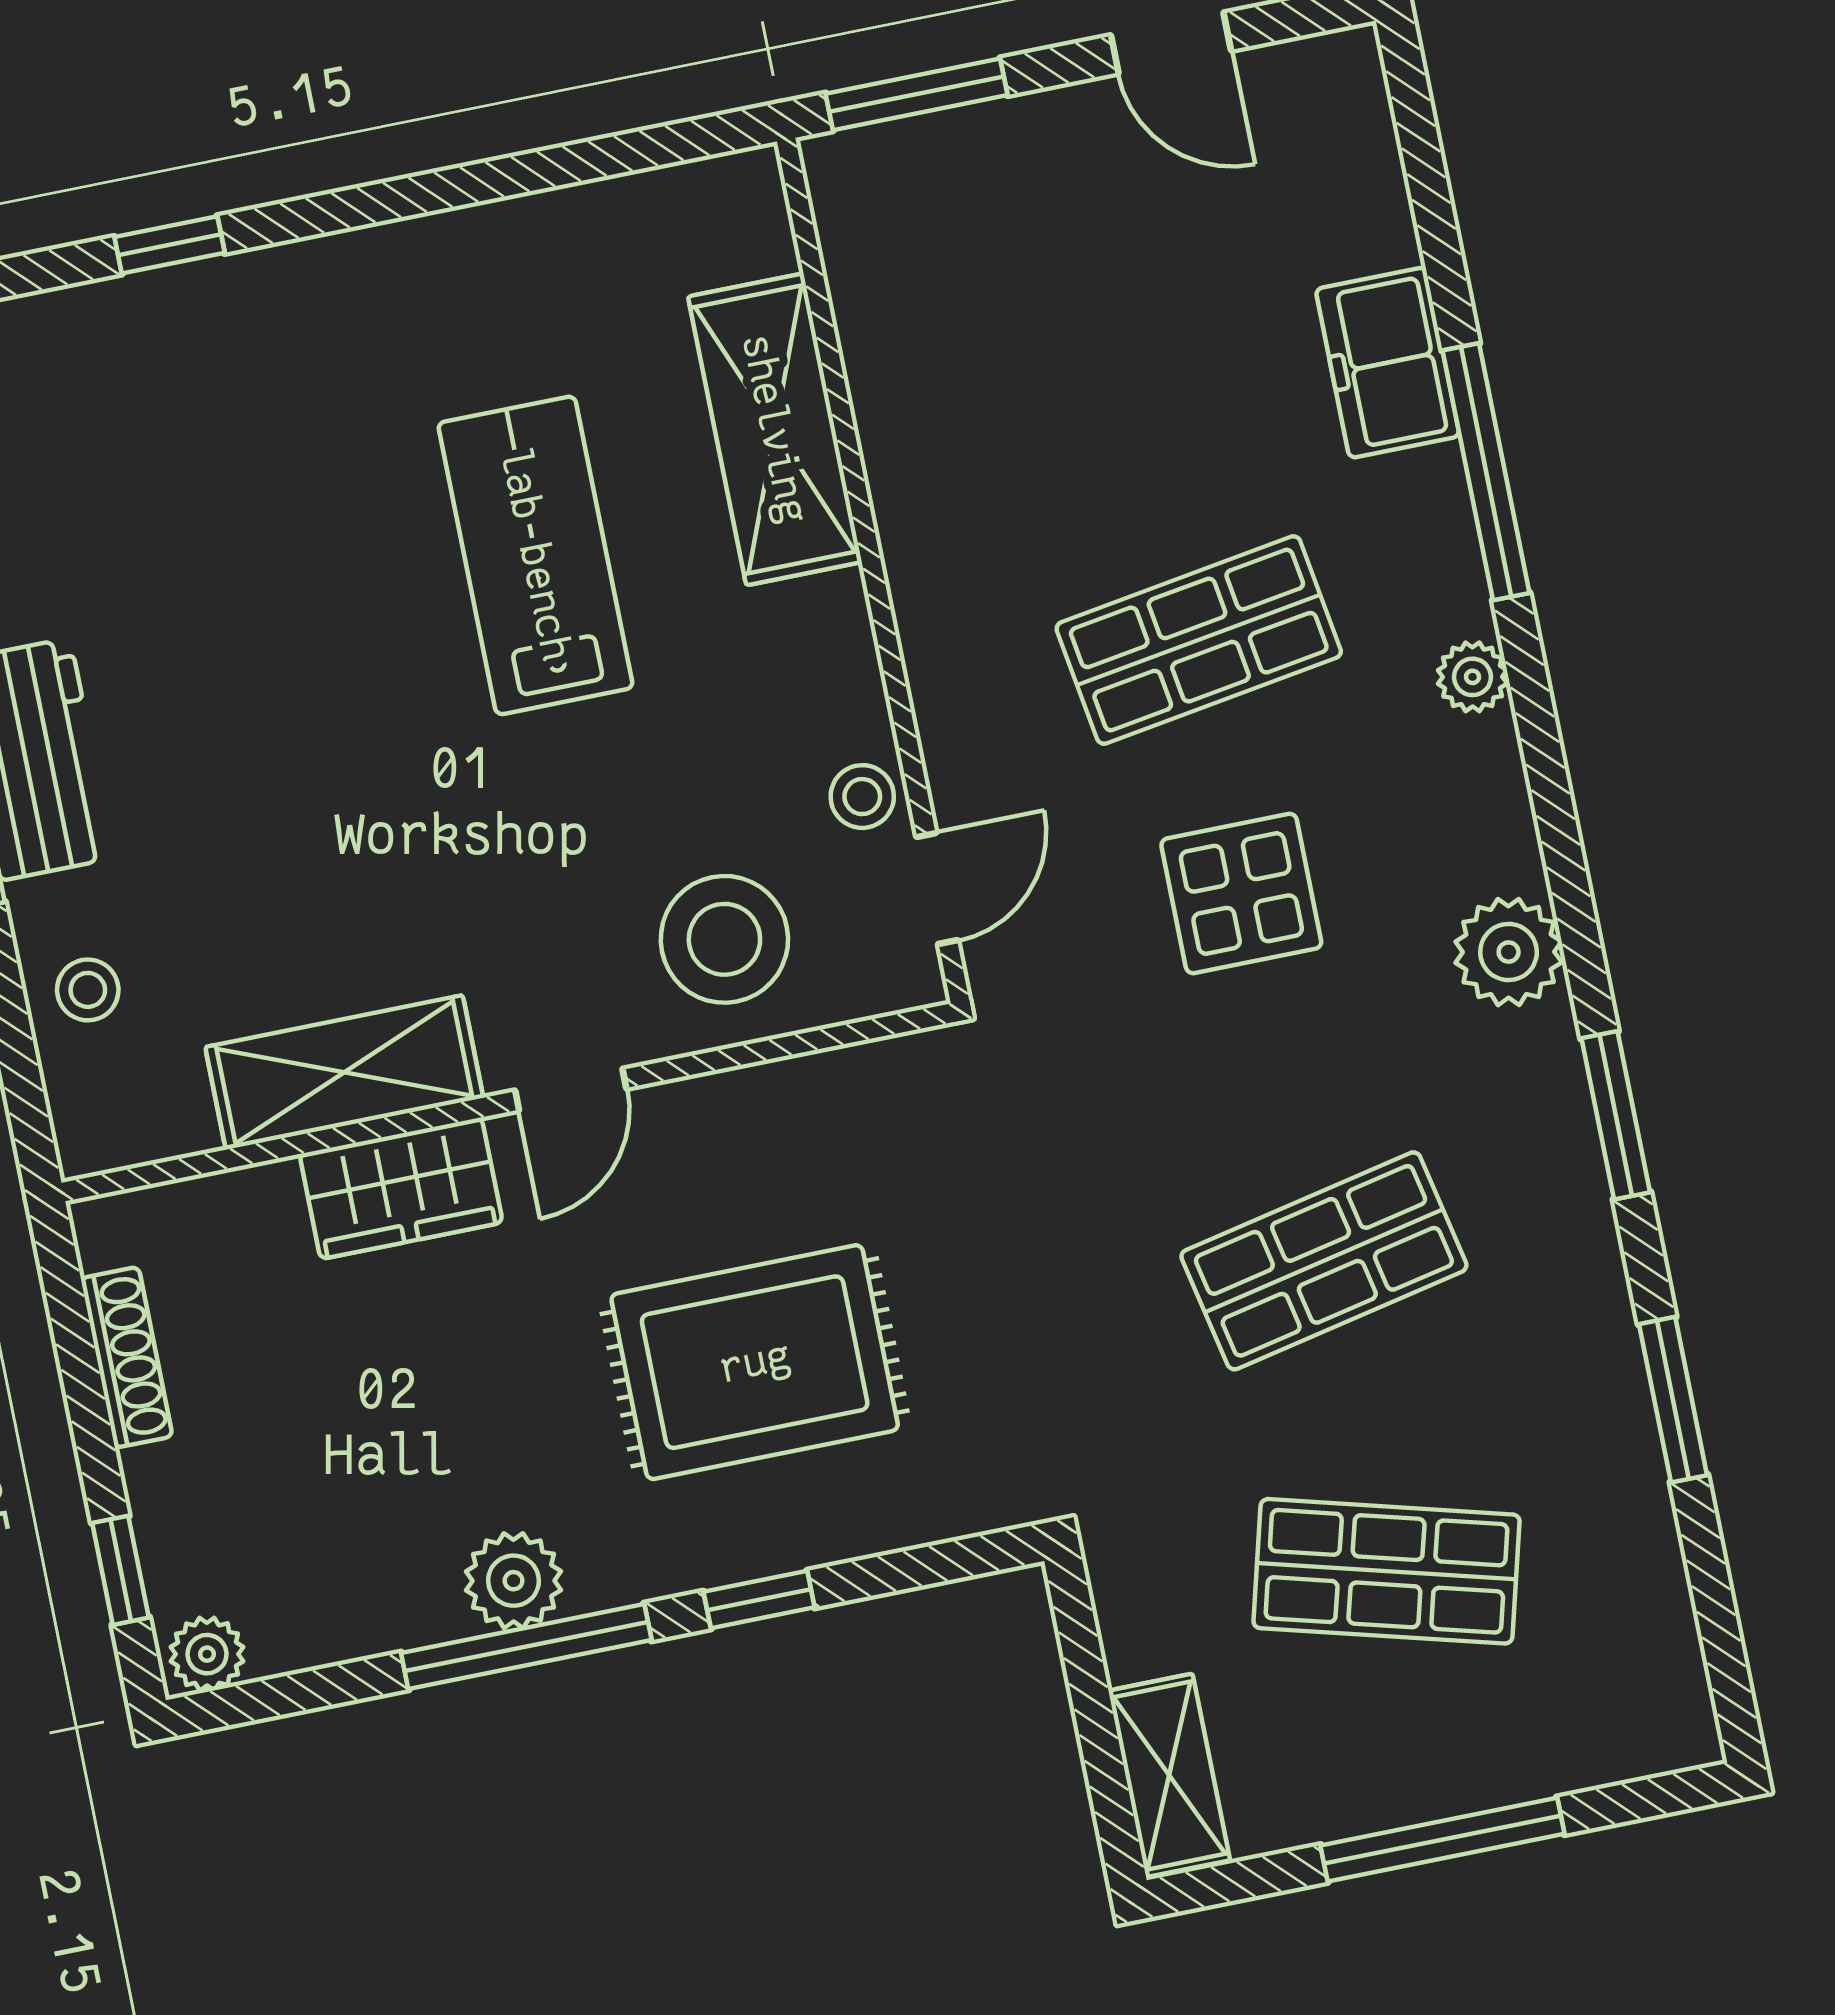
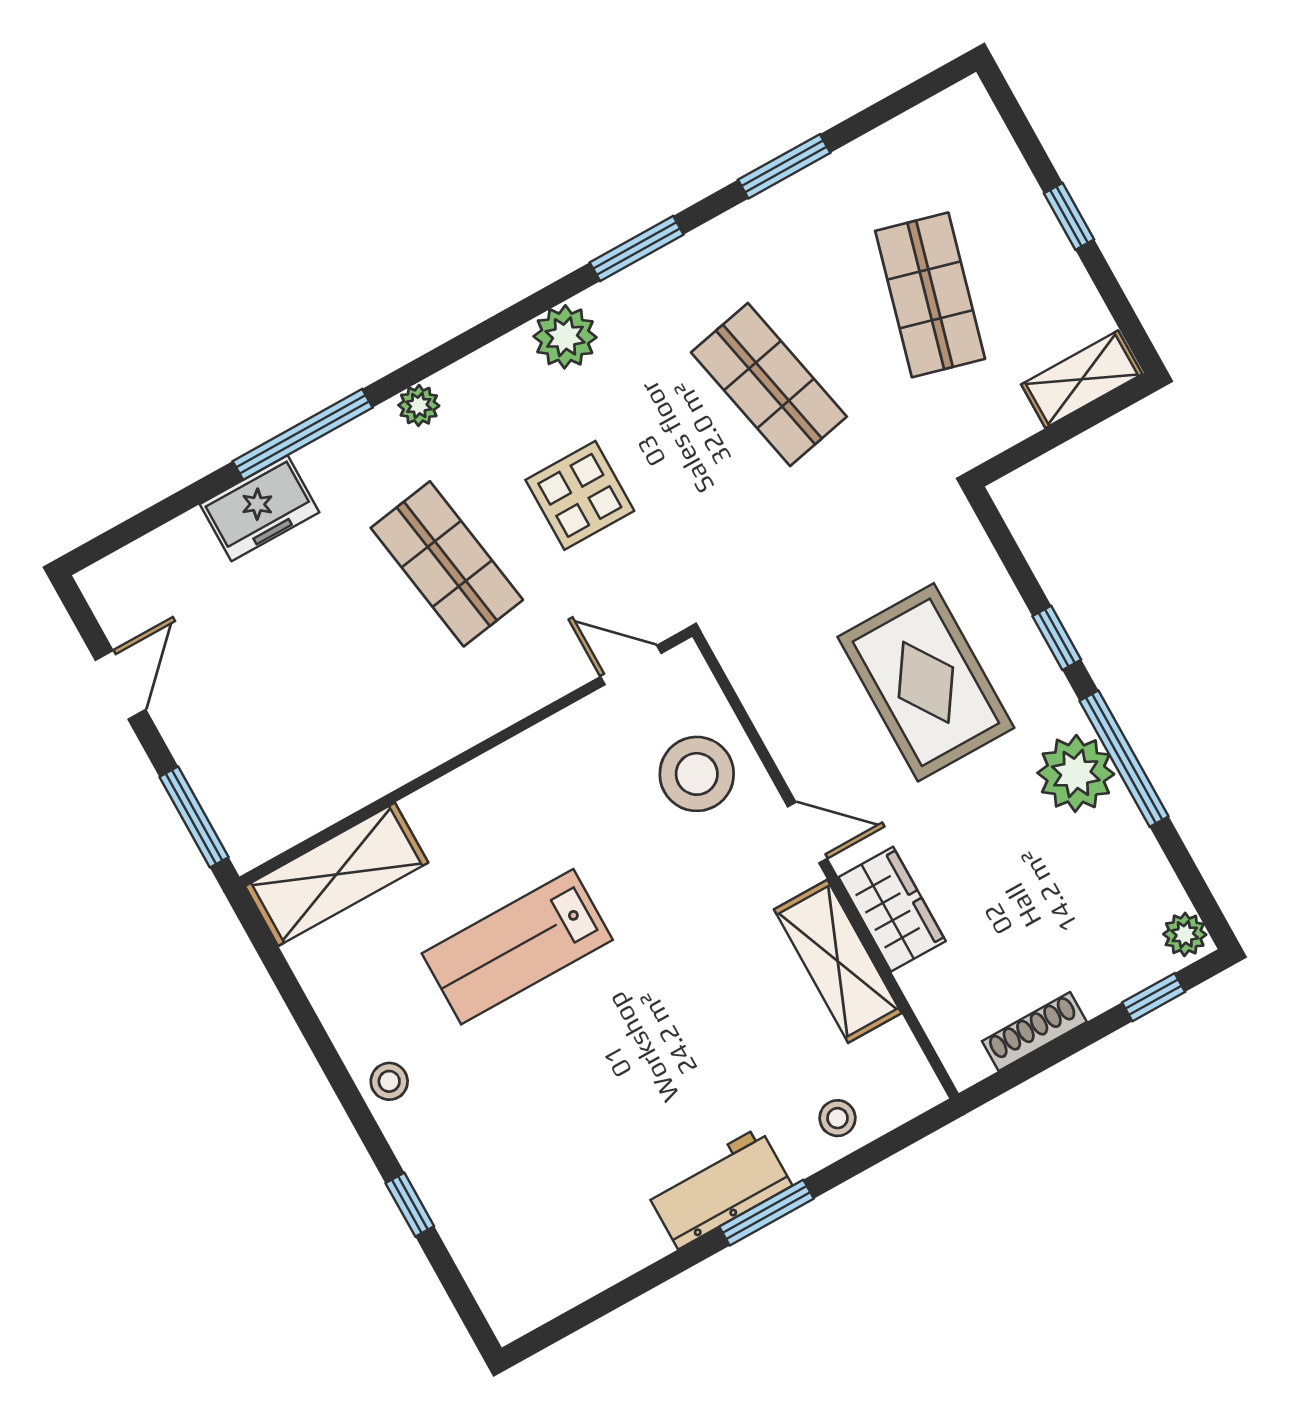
shelving: (775, 429) -> (337, 874), moved
stool: (862, 797) -> (389, 1081), moved
plant: (514, 1581) -> (1076, 773), width x1.36, depth x1.36
window: (1442, 1840) -> (1069, 216), width x0.46

